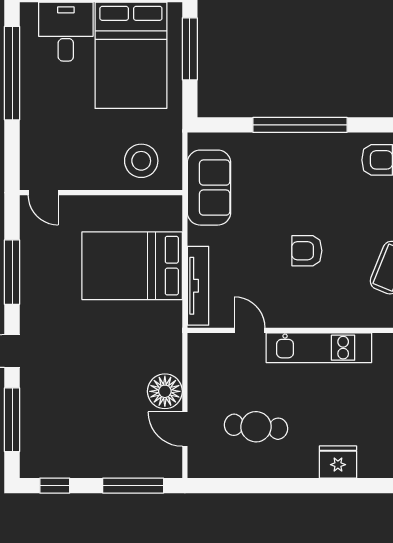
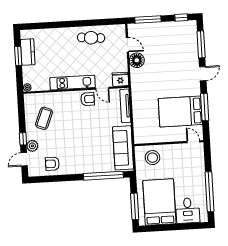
window: (300, 125) -> (103, 176), moved
sofa: (209, 188) -> (123, 148), width x1.36
armchair: (307, 251) -> (88, 99), moved
bed: (132, 266) -> (180, 112), moved, turned 180
cafe table: (256, 427) -> (91, 38), moved
fridge: (338, 462) -> (120, 79), moved, turned 180

